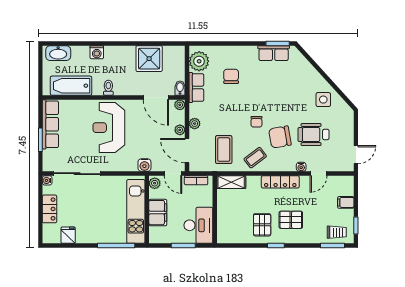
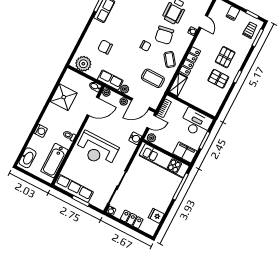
row of seats: (196, 87) -> (110, 80), moved
locker: (280, 182) -> (190, 61), moved
filing cabinet: (158, 213) -> (185, 152), moved

